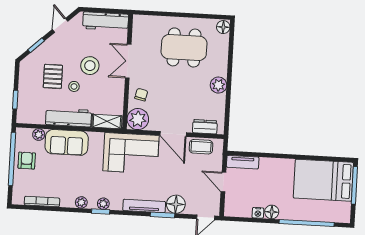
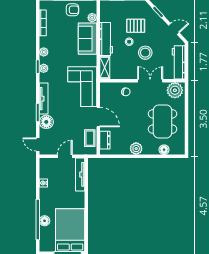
floor lamp: (223, 27) -> (164, 150), moved
plant: (138, 119) -> (175, 90), moved
door: (173, 134) -> (98, 117), swing flipped
tv unit: (243, 162) -> (80, 174), width x1.41
floor lamp: (272, 212) -> (45, 221), moved

